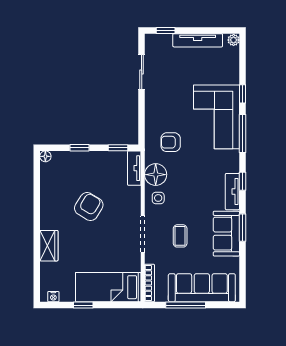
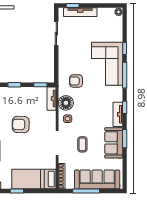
tv unit: (198, 40) -> (80, 12), moved
armchair: (89, 207) -> (21, 124), turned -120

